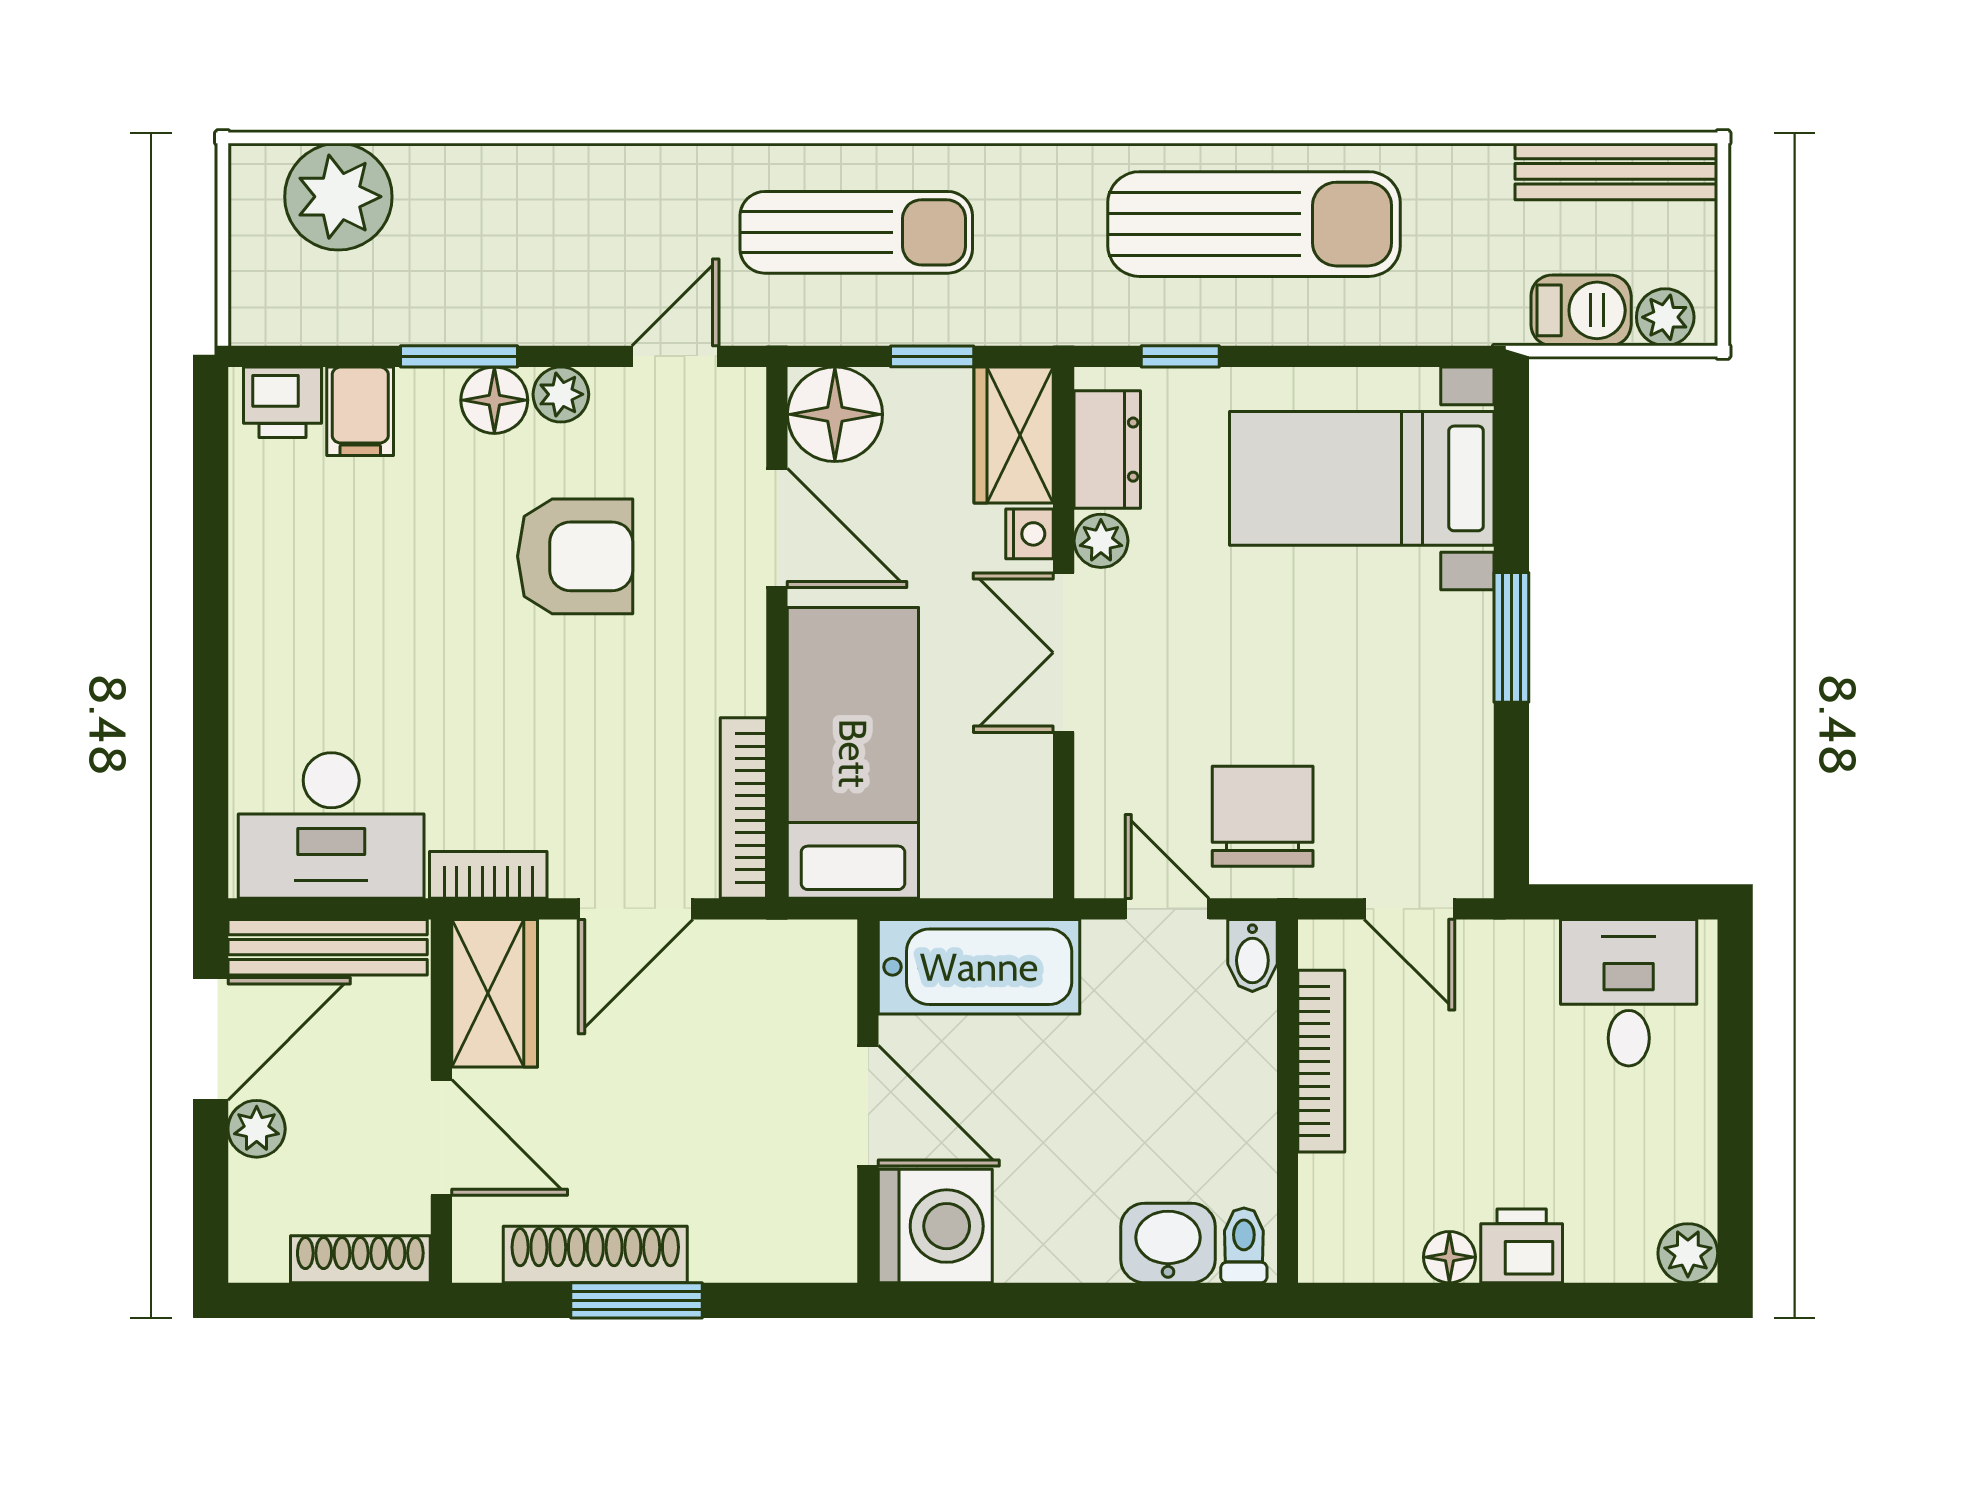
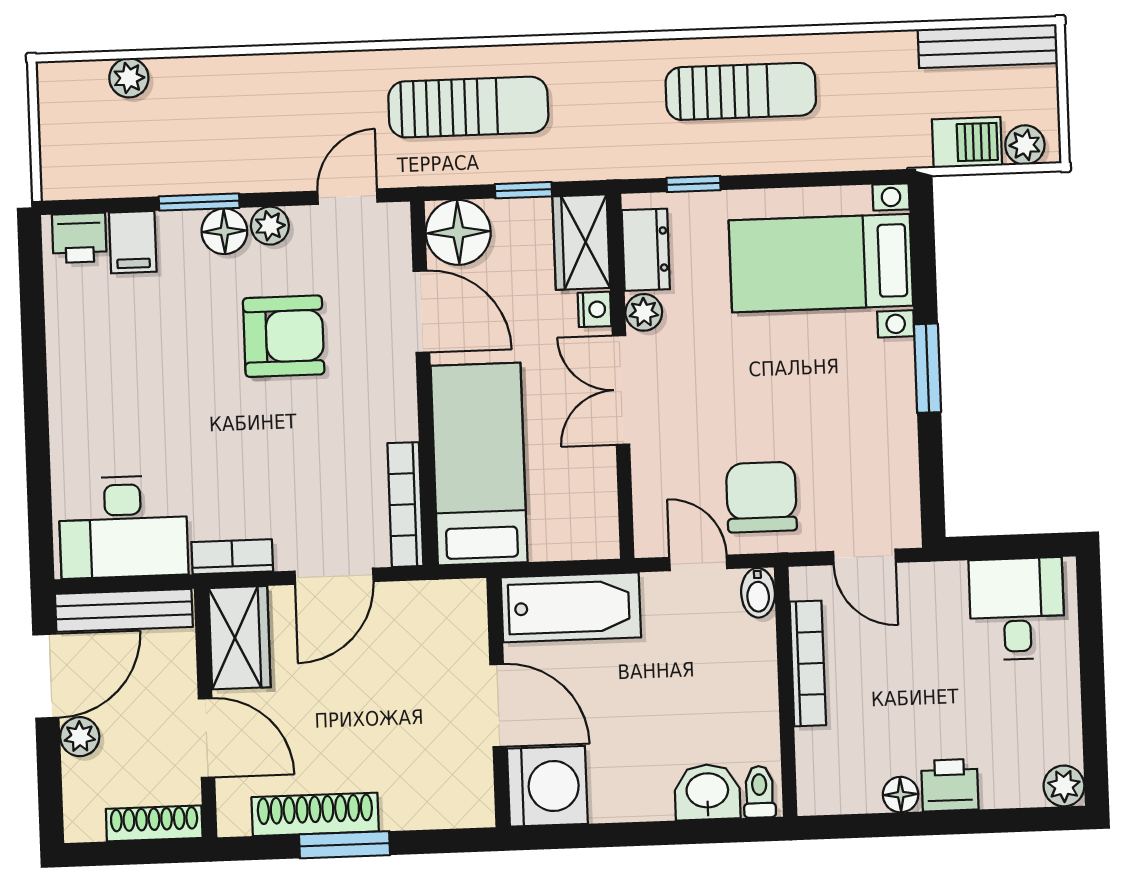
plant: (338, 197) -> (129, 78), width x0.53, depth x0.53
sun lounger: (1254, 224) -> (741, 91), width x0.73, depth x0.75

